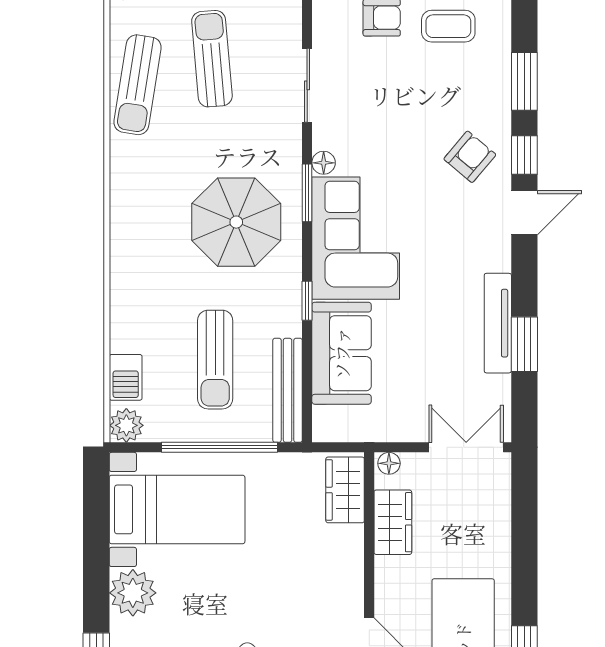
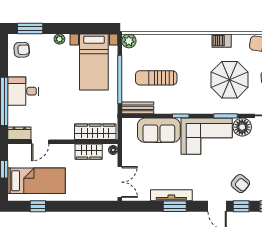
floor lamp: (324, 163) -> (242, 127), width x1.89, depth x1.89
parasol: (236, 222) -> (230, 80), moved
window: (524, 344) -> (175, 206), moved
barbecue: (126, 377) -> (222, 41), moved
bench: (288, 390) -> (138, 108), width x0.73
wardrobe: (345, 490) -> (95, 132), width x1.50
plant: (133, 593) -> (59, 39), width x0.53, depth x0.53

